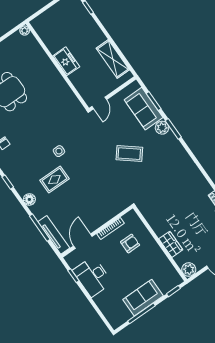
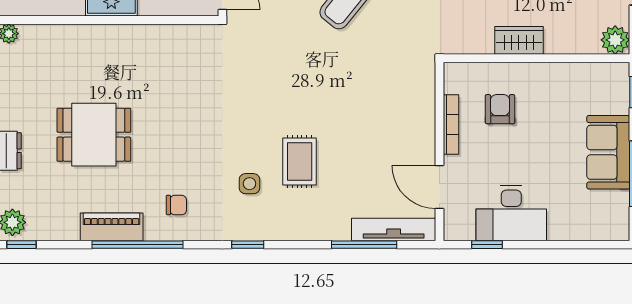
side table: (59, 151) -> (249, 184), moved
floor lamp: (29, 199) -> (304, 228), removed
wardrobe: (171, 244) -> (519, 40), moved

